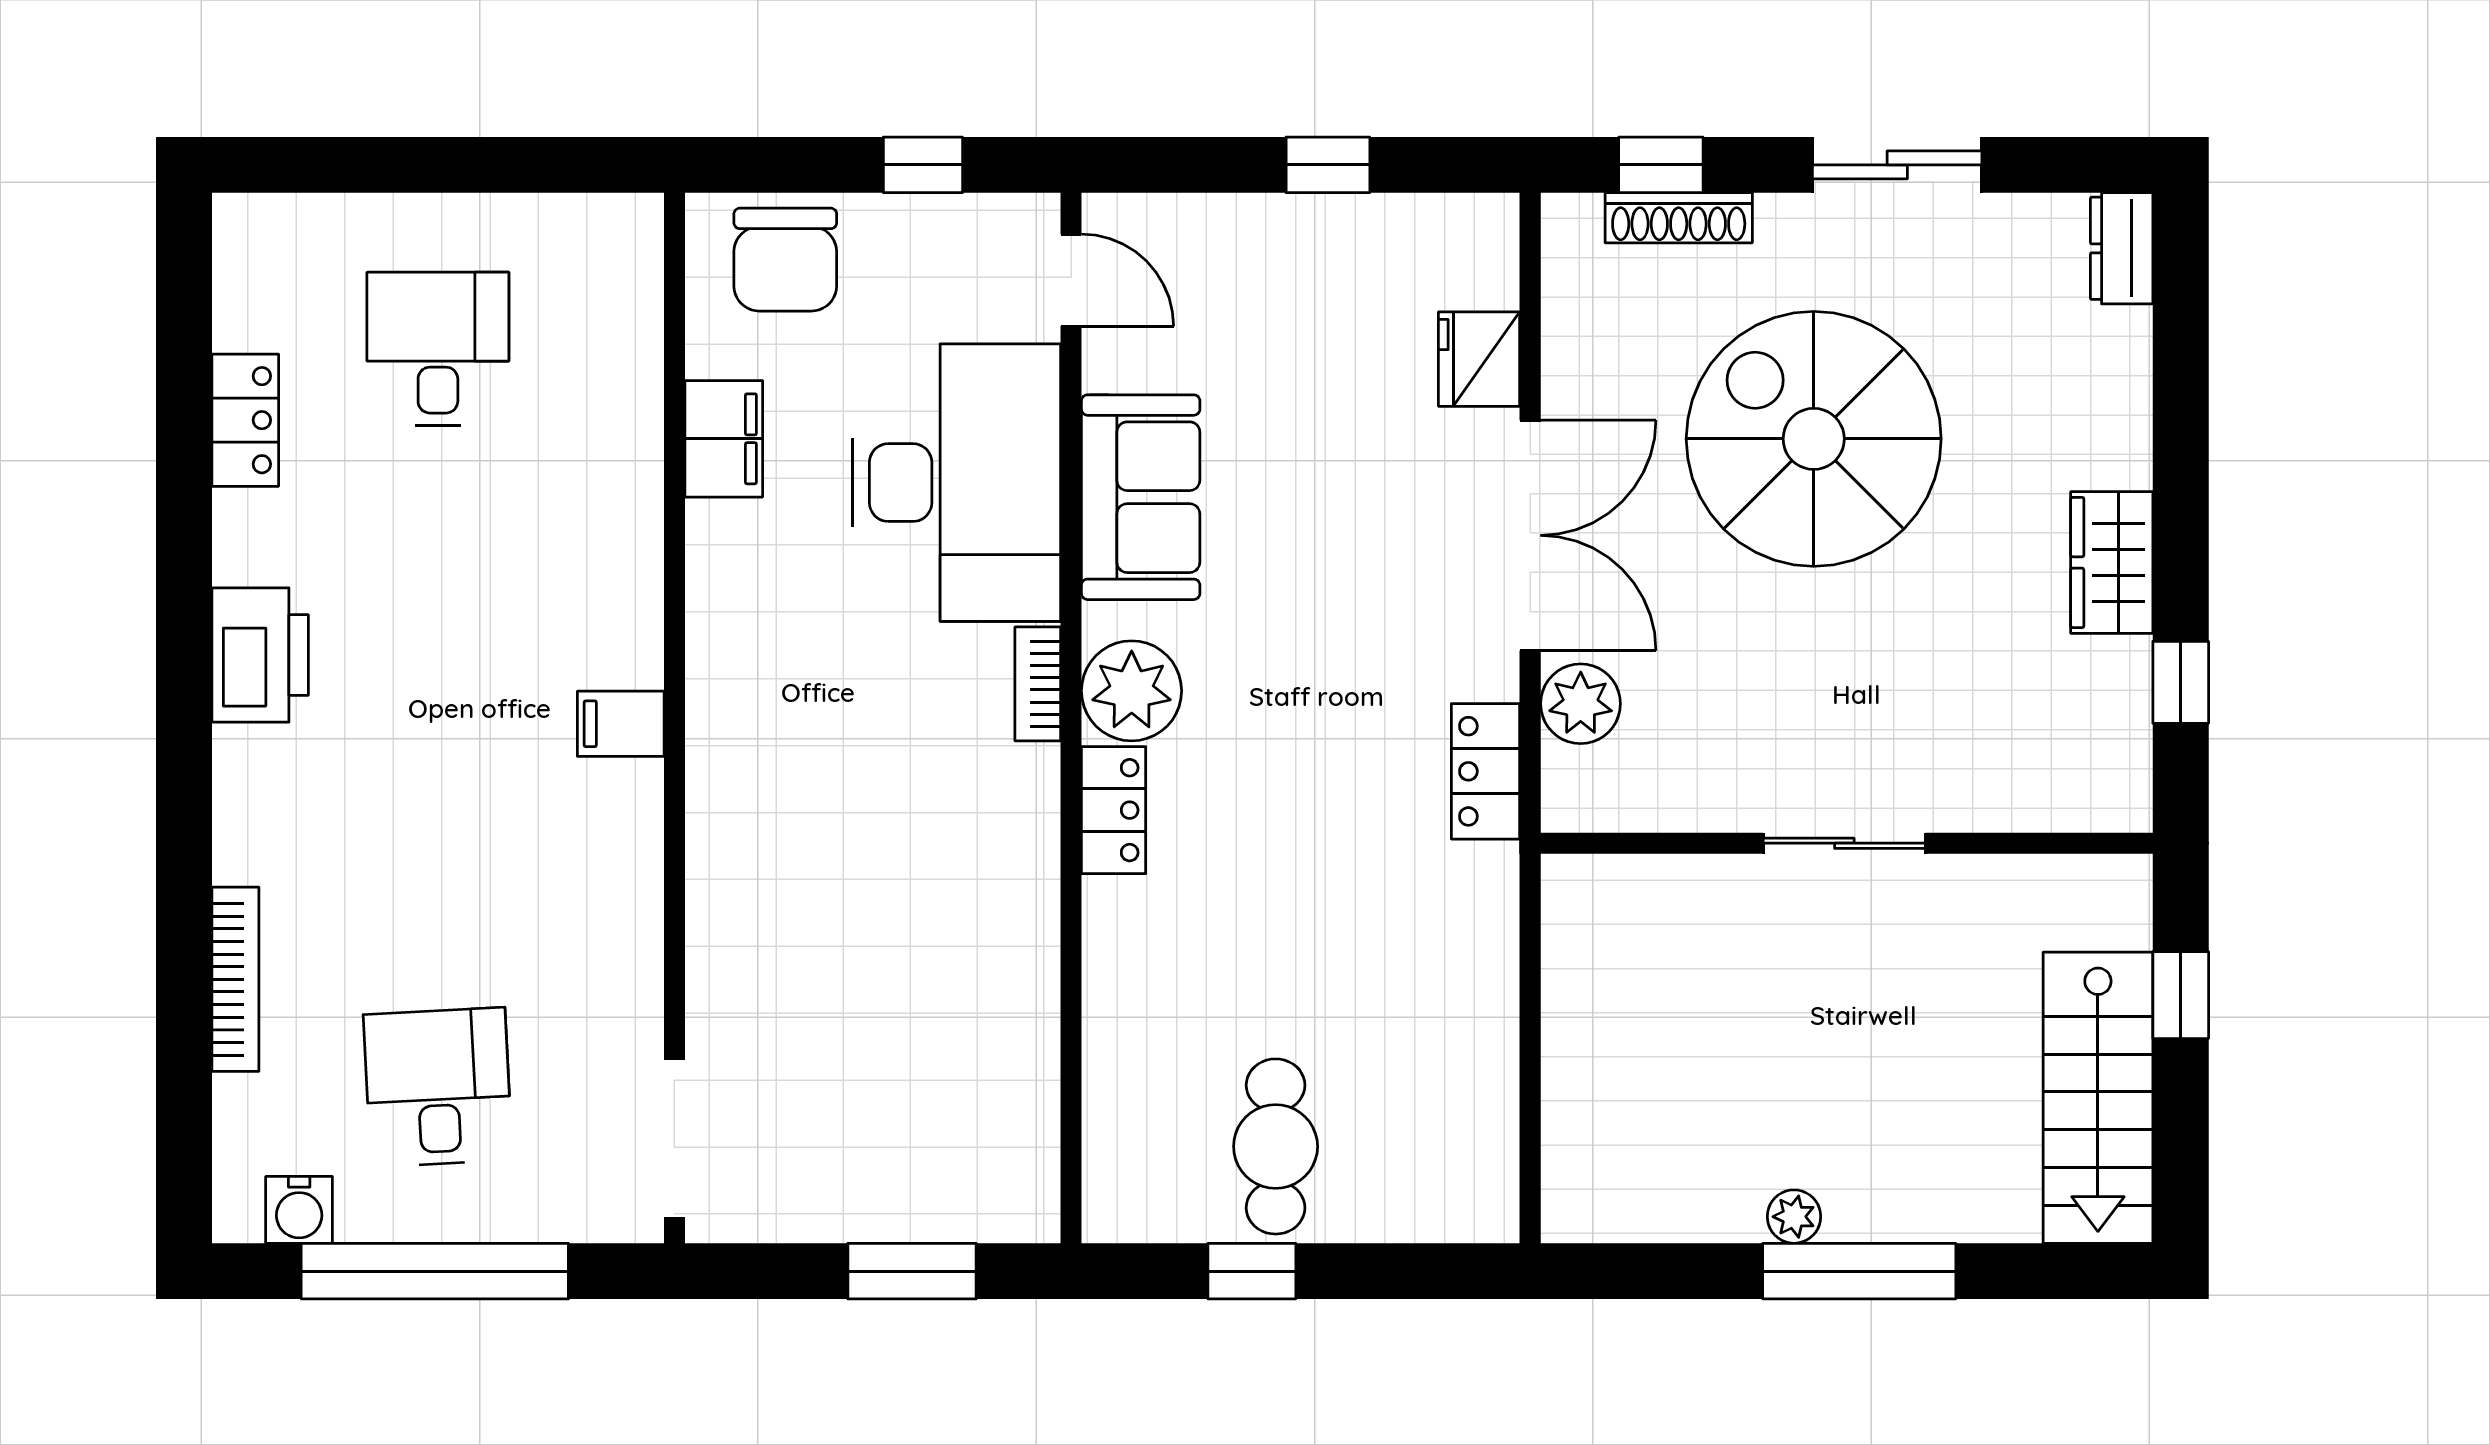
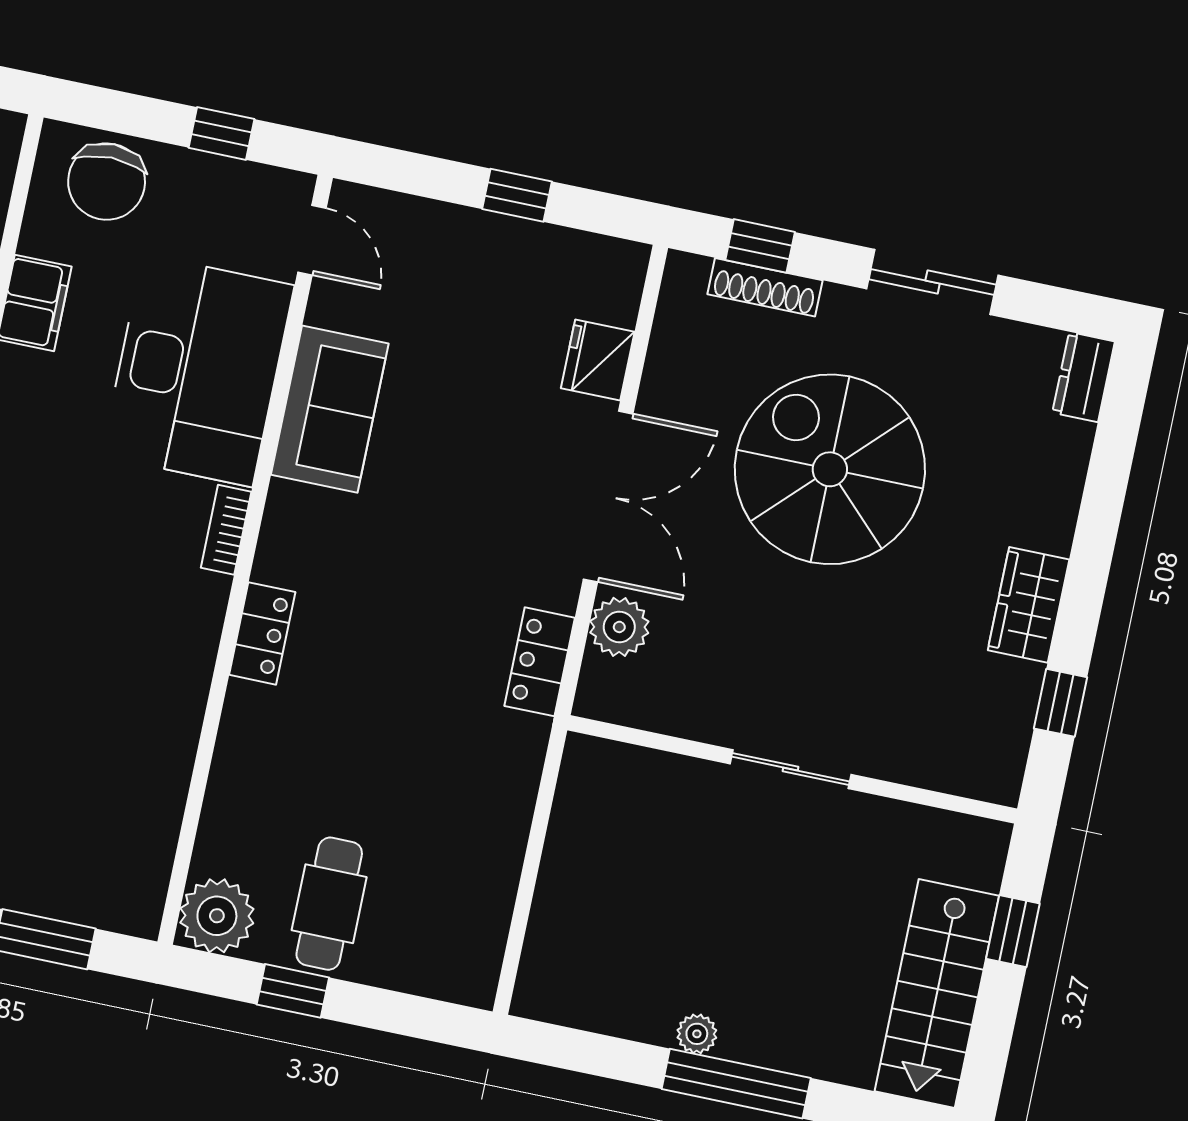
plant: (1132, 691) -> (217, 916), moved

